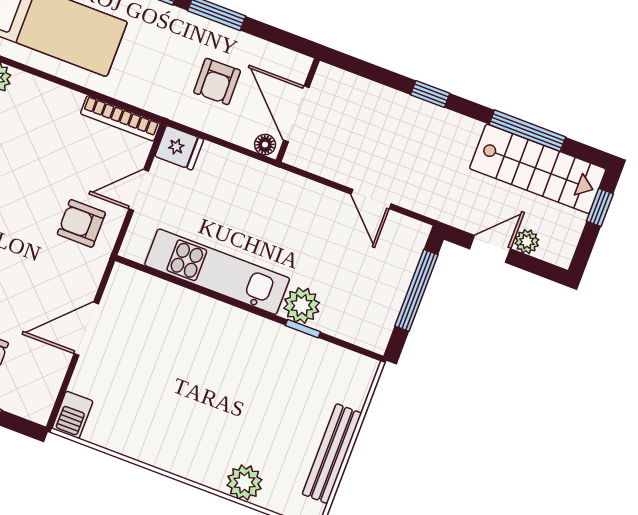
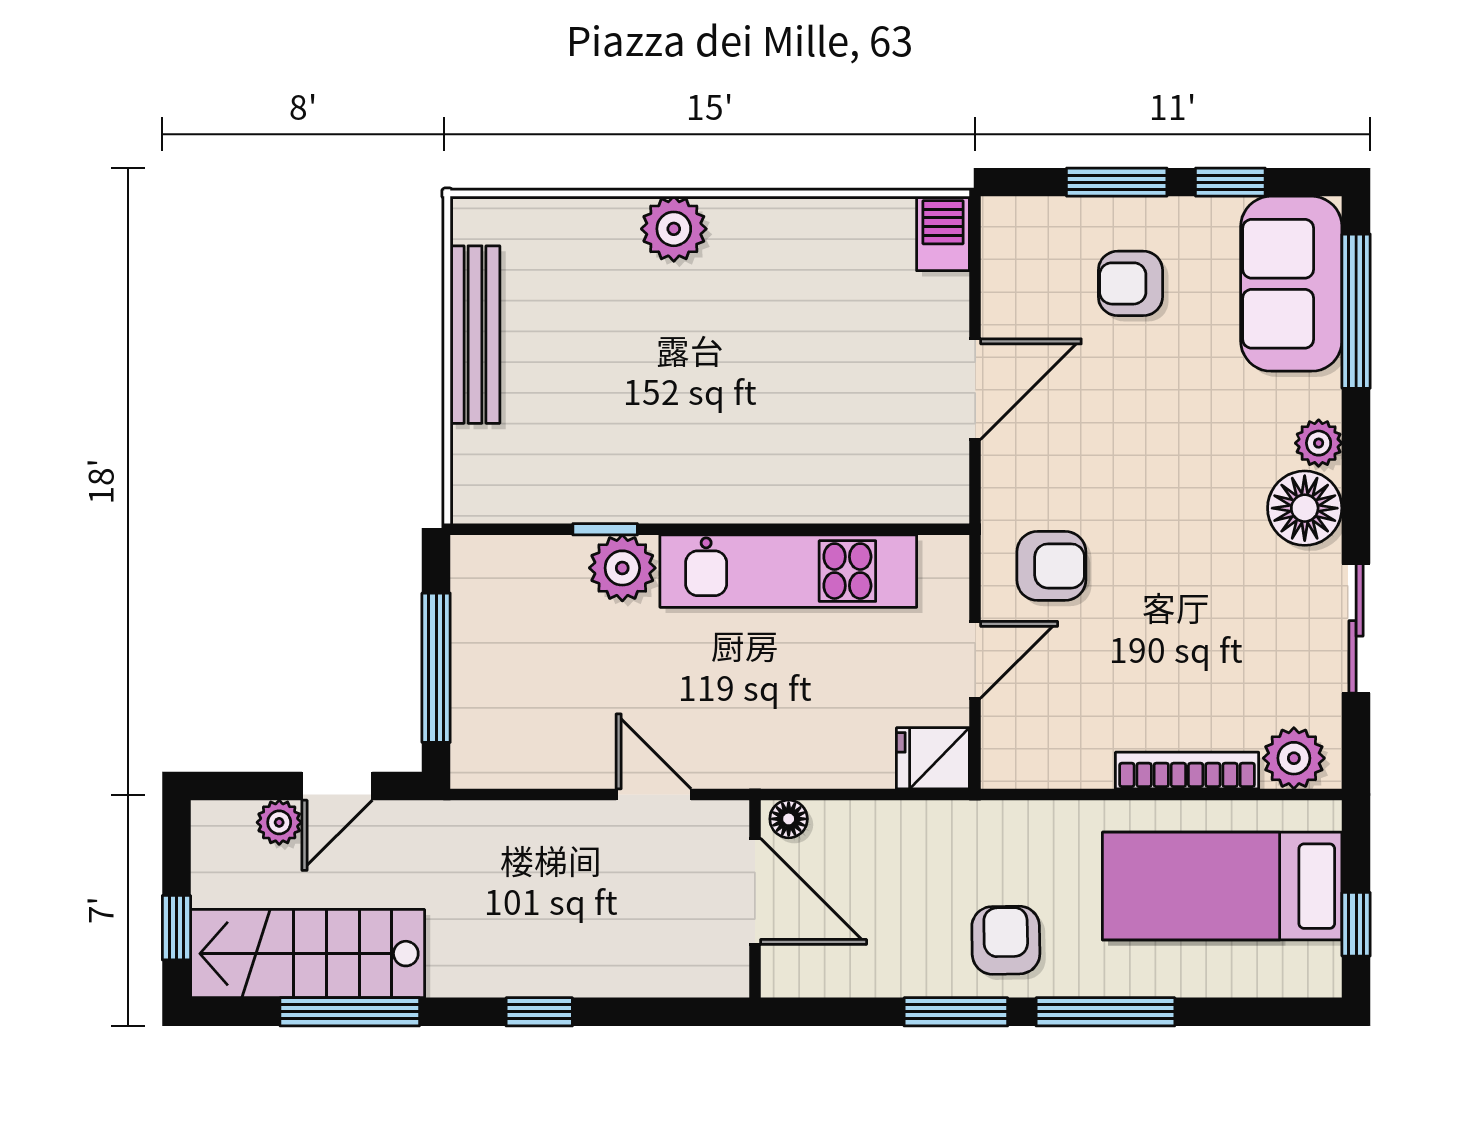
armchair: (217, 82) -> (1006, 940), moved
bookcase: (120, 118) -> (1187, 771), moved
door: (371, 199) -> (654, 795), moved
plant: (244, 483) -> (674, 229), moved

